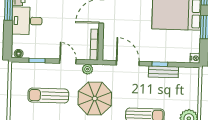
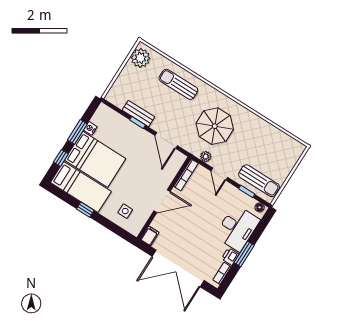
desk: (27, 21) -> (237, 228), width x1.37
nightstand: (195, 58) -> (90, 128), moved
sun lounger: (48, 96) -> (259, 181), moved

